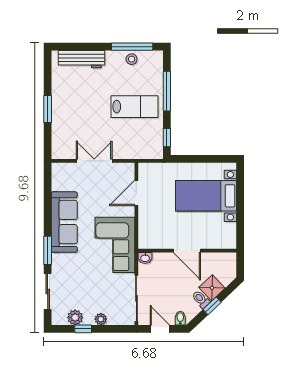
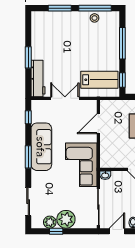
window: (88, 47) -> (60, 8), added
workbench: (81, 59) -> (38, 79), moved, turned -90
lab bench: (134, 107) -> (99, 80), moved
window: (48, 185) -> (28, 117), added
window: (48, 250) -> (28, 157), moved
plant: (101, 319) -> (66, 219), width x1.87, depth x1.87
door: (160, 329) -> (117, 231), hinge flipped

